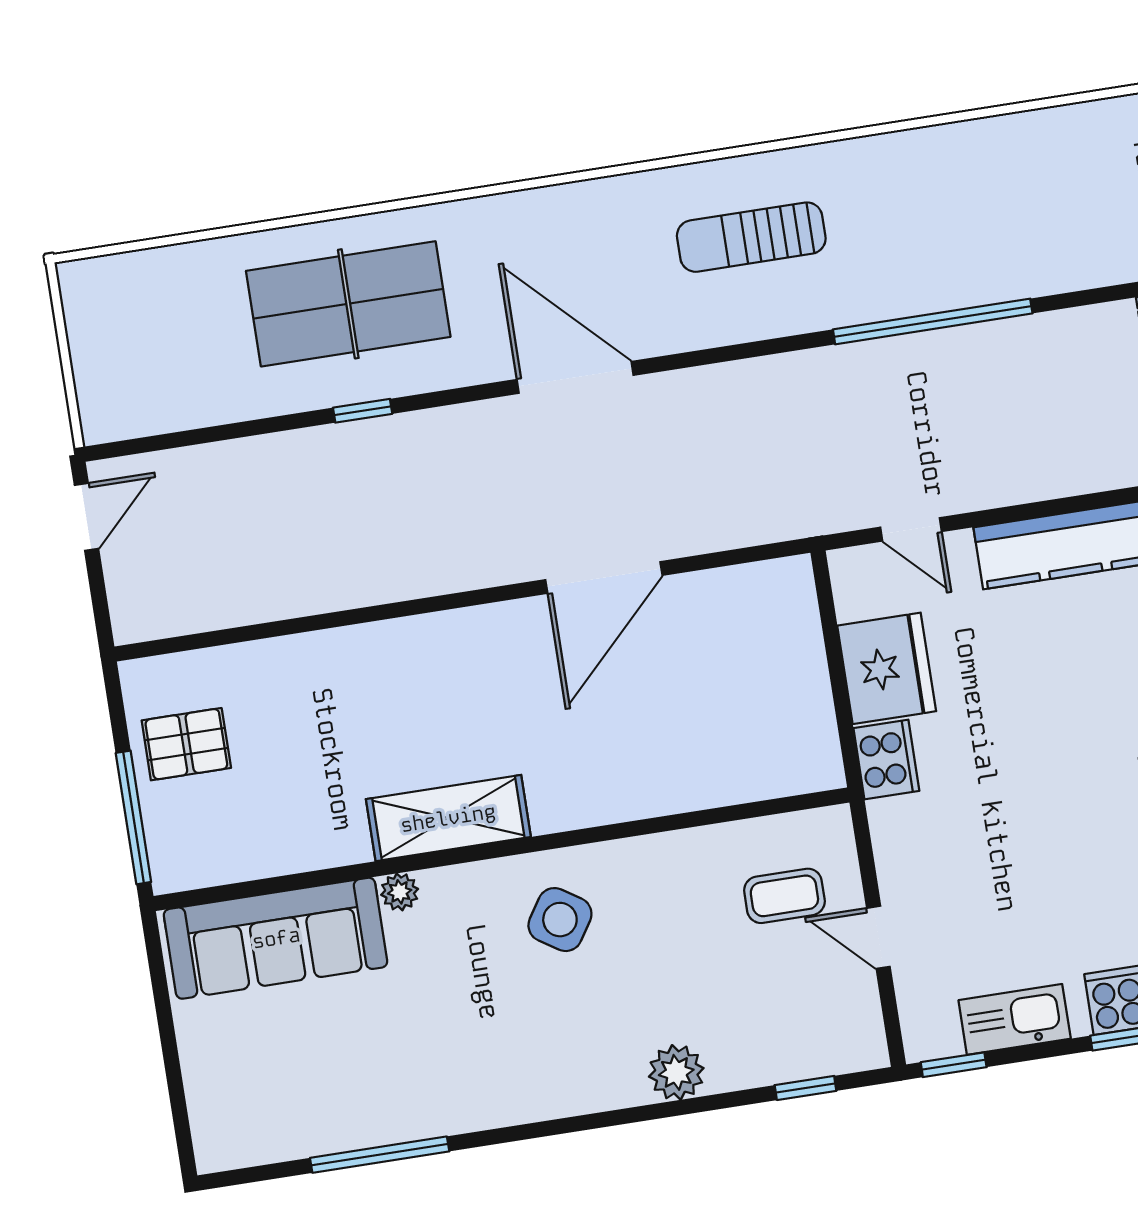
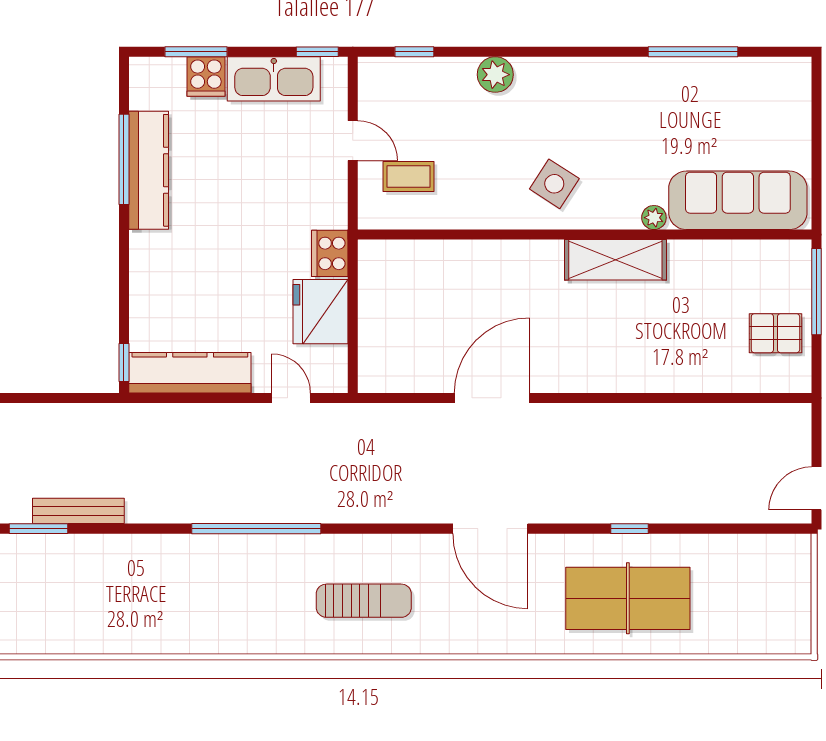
kitchen sink: (1015, 1019) -> (274, 79), width x1.36, depth x1.24

